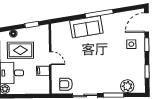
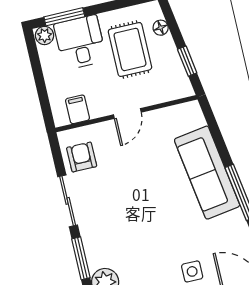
sofa: (86, 27) -> (207, 173), width x1.36
filing cabinet: (43, 71) -> (77, 109), moved

